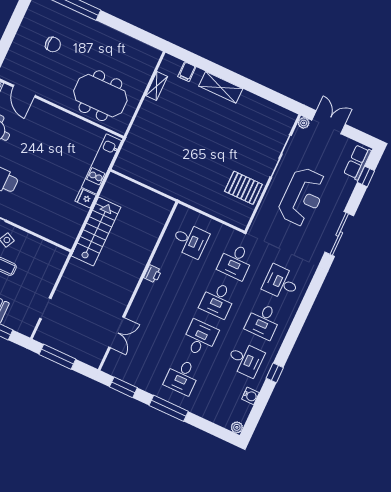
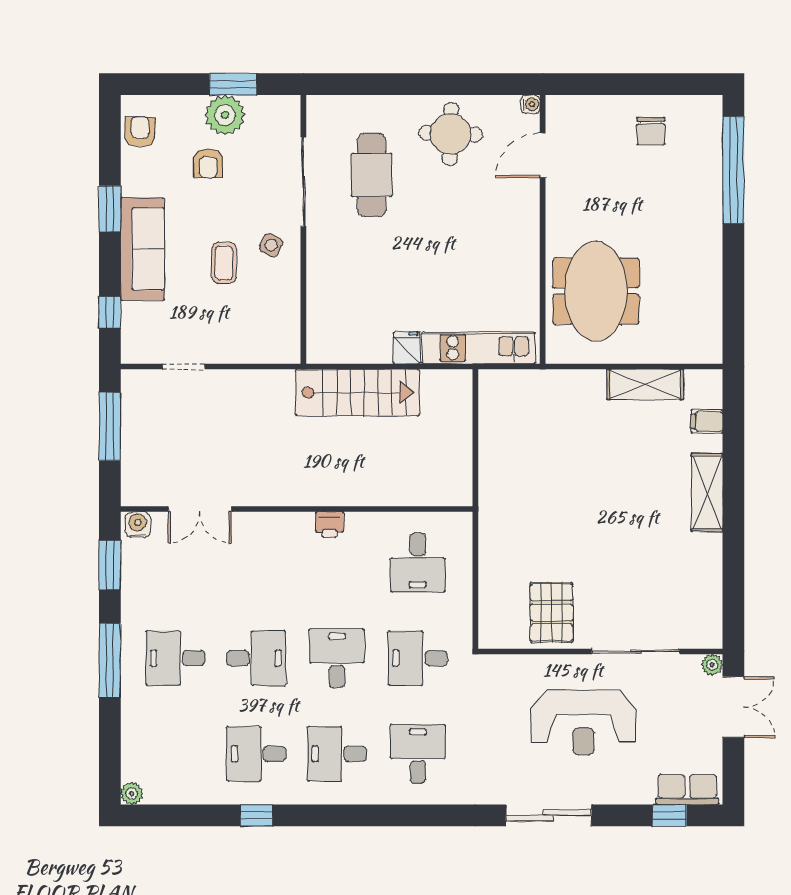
chair: (53, 44) -> (651, 131), moved
shelving: (157, 86) -> (645, 384), width x1.50, depth x1.33
desk: (218, 300) -> (337, 658), turned 90
desk: (245, 359) -> (256, 754), turned 90
water cooler: (250, 396) -> (138, 524), moved, turned 180

